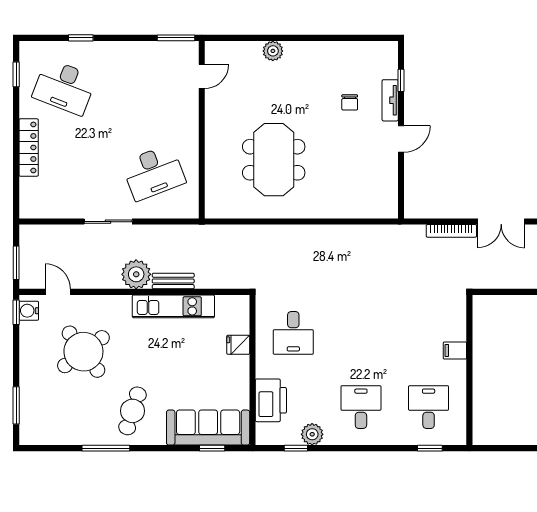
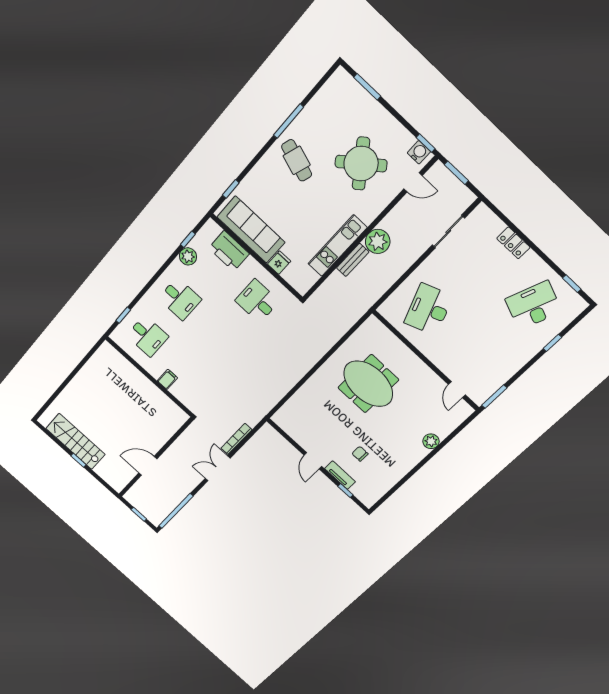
locker: (29, 147) -> (513, 243), width x0.66
sliding door: (108, 222) -> (448, 232), moved
sofa: (208, 428) -> (251, 230), moved, turned -90

